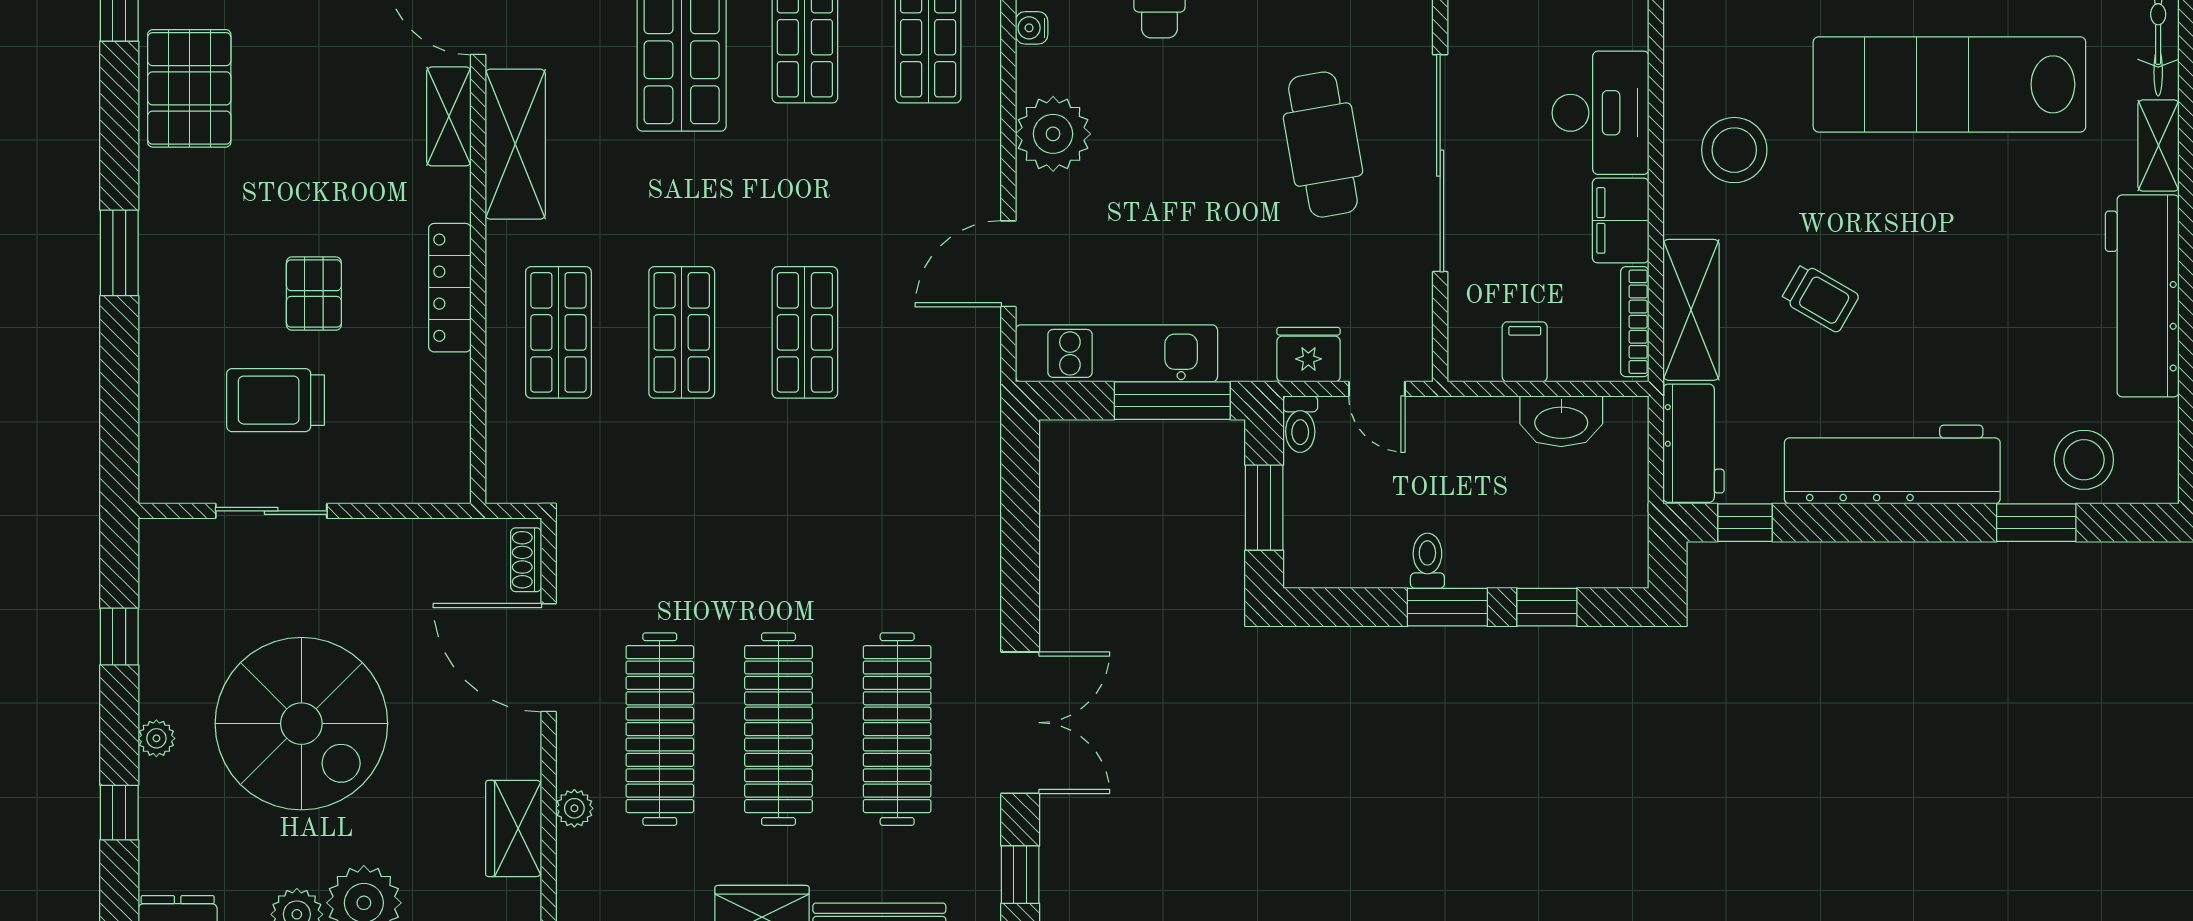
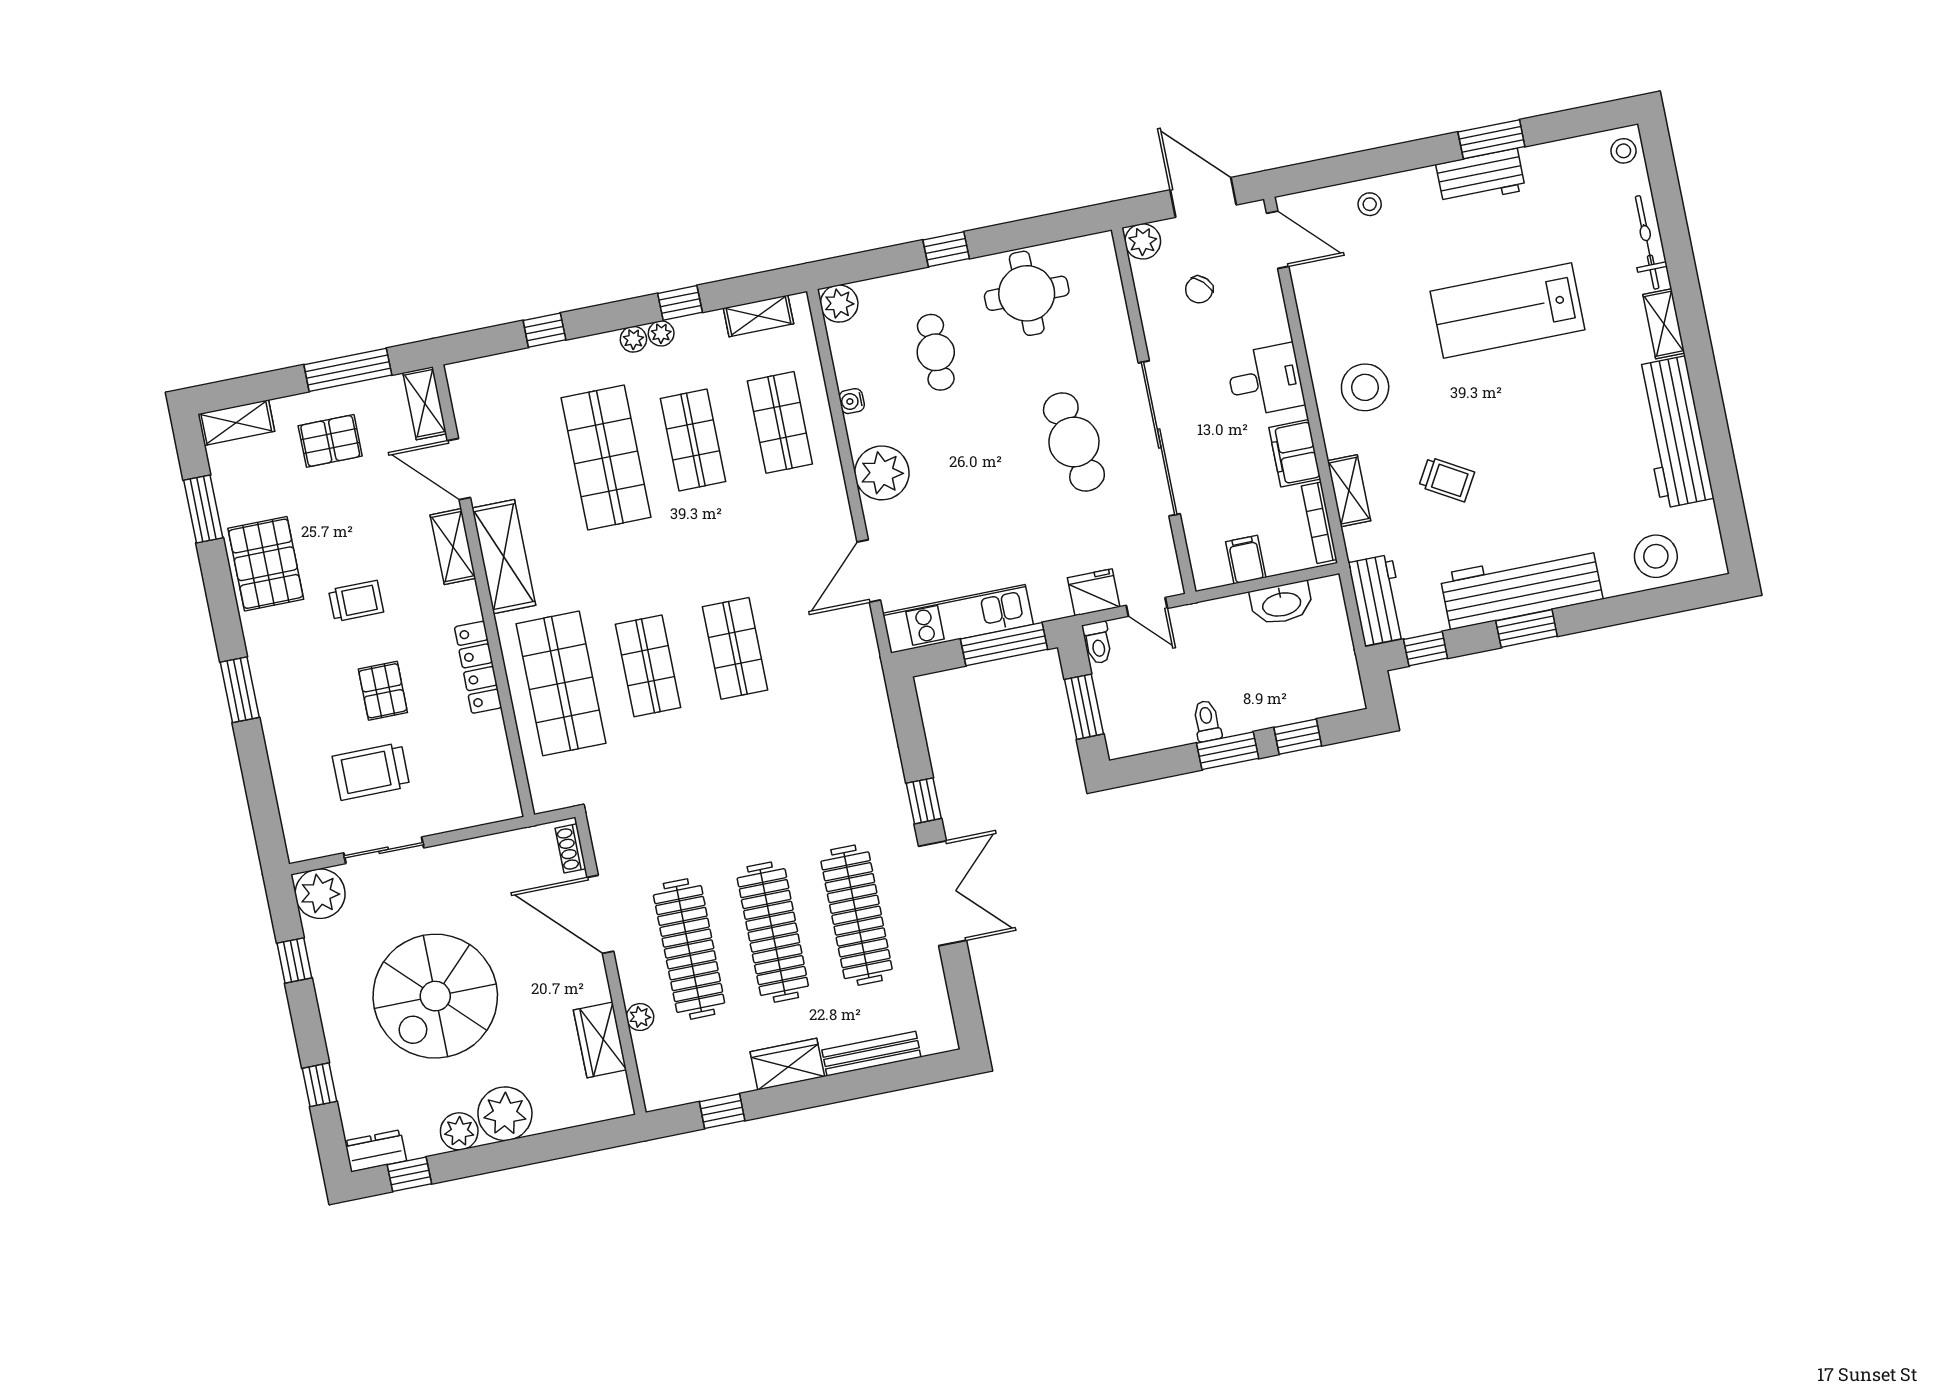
lab bench: (1949, 84) -> (1508, 310), width x0.73
desk: (1600, 113) -> (1265, 380), width x0.73
trolley: (302, 164) -> (356, 601), added
shelving: (1691, 310) -> (1349, 491), width x0.67, depth x0.75
shop shelf: (558, 332) -> (561, 683), width x1.43, depth x1.36
window: (2036, 523) -> (1527, 628), moved
spiral stairs: (301, 724) -> (435, 996), turned 90
plant: (156, 738) -> (320, 894), moved, width x1.87, depth x1.87
window: (1020, 875) -> (924, 801), moved

